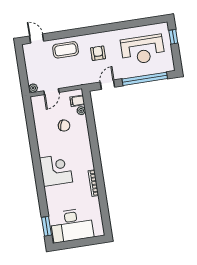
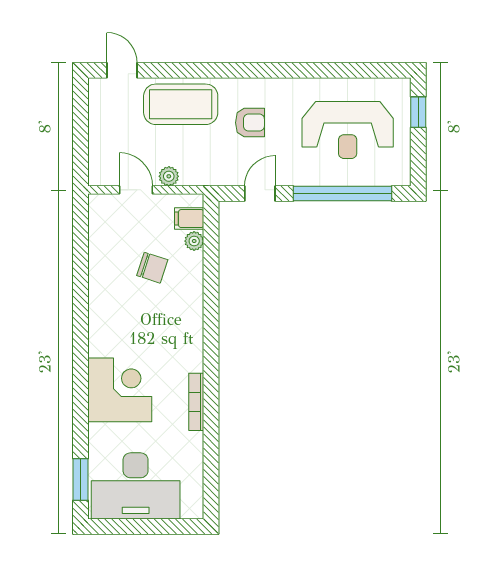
coffee table: (66, 50) -> (181, 104), width x1.36, depth x1.32
armchair: (98, 53) -> (250, 123), turned 90
plant: (33, 88) -> (169, 176), moved
door: (51, 92) -> (136, 190), swing flipped
corner desk: (56, 170) -> (120, 390), moved

